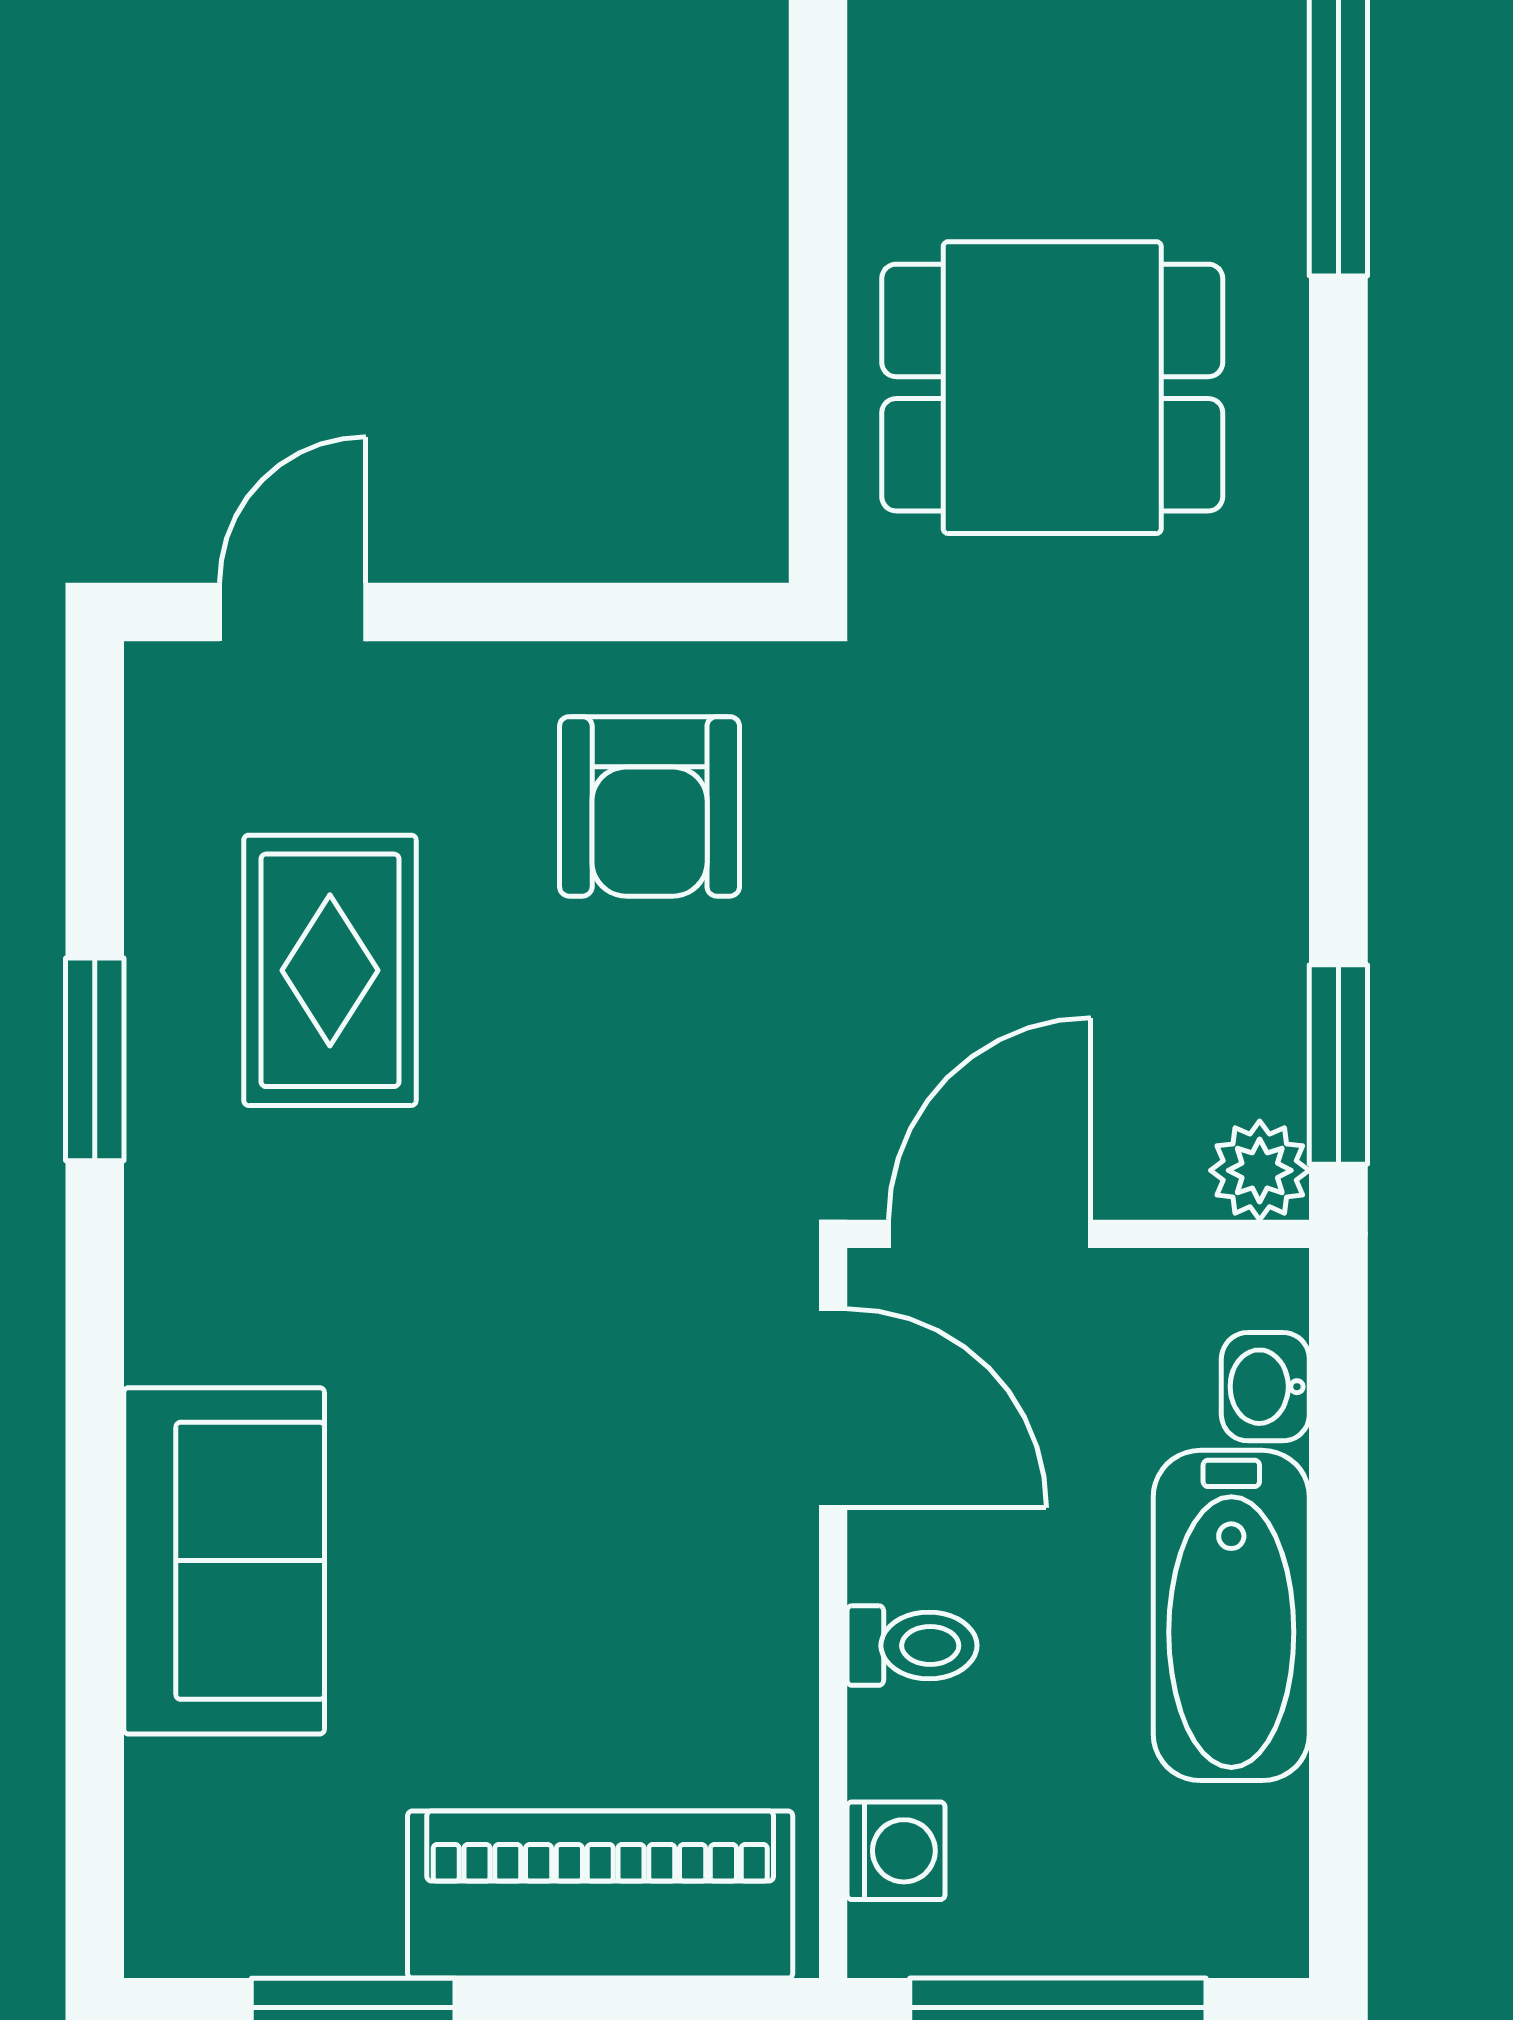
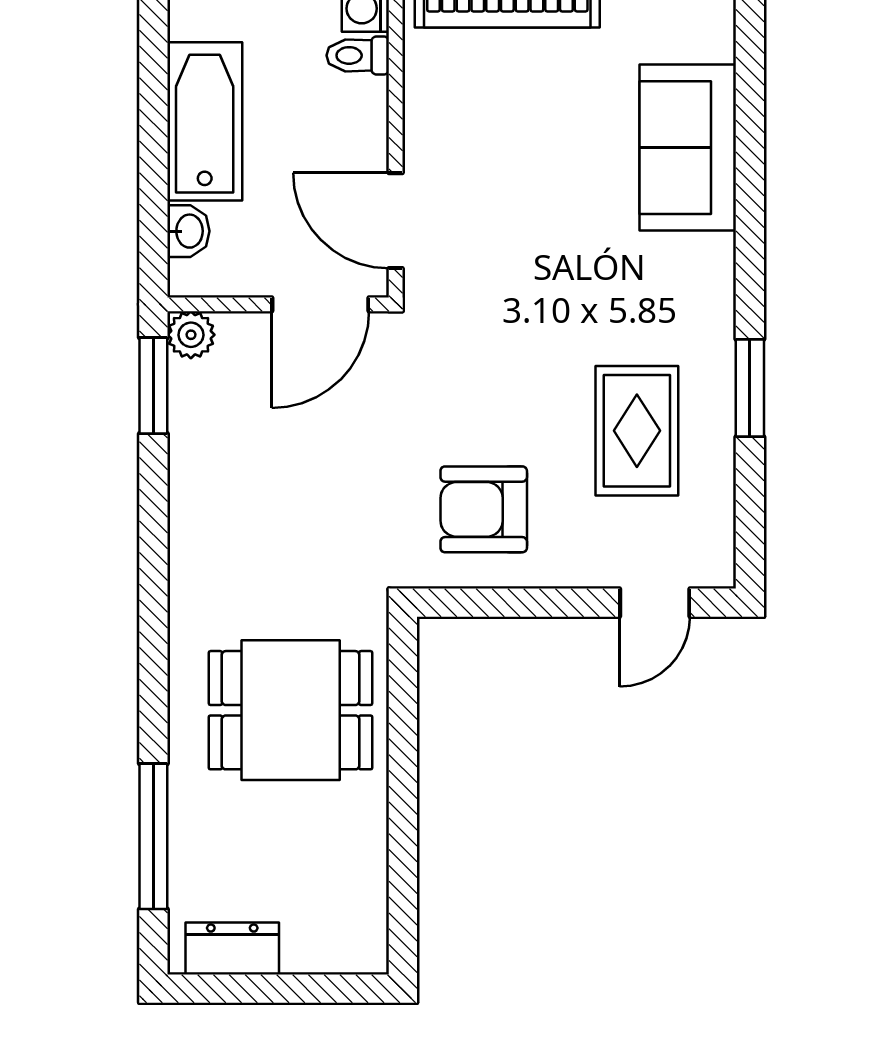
armchair: (650, 806) -> (484, 509), turned -90
toilet: (912, 1646) -> (358, 55), moved

